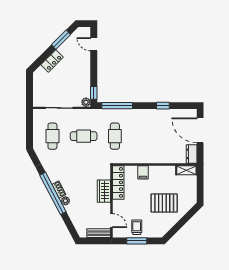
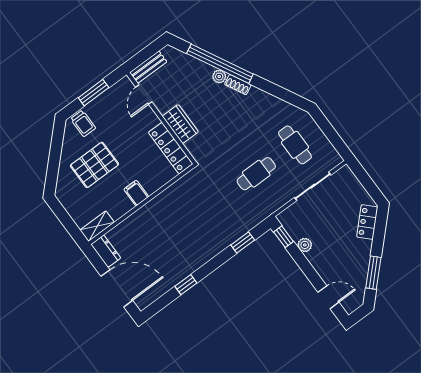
locker: (52, 61) -> (367, 222), moved
plant: (86, 102) -> (305, 245), moved
window: (117, 106) -> (243, 242), width x0.46
cafe table: (115, 136) -> (217, 202), removed
filing cabinet: (143, 172) -> (136, 193), moved
window: (53, 193) -> (220, 64), moved
door: (112, 221) -> (144, 94), hinge flipped
trolley: (137, 227) -> (83, 123), moved

